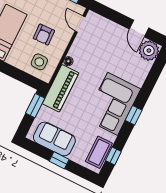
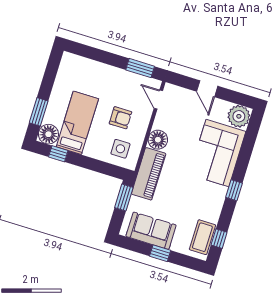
door: (139, 29) -> (207, 89), moved
armchair: (44, 35) -> (120, 118), turned -88
floor lamp: (68, 61) -> (158, 140), width x1.89, depth x1.89
corner sofa: (113, 104) -> (217, 153), moved

